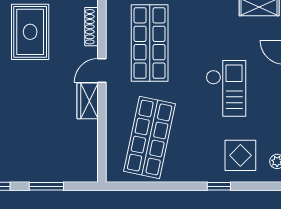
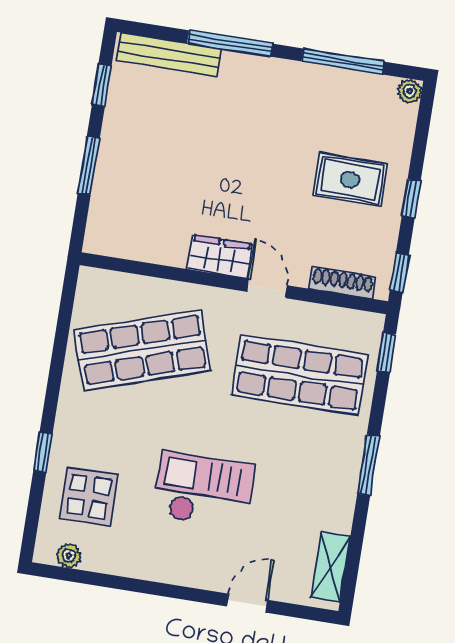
rug: (30, 32) -> (350, 179), width x0.73, depth x0.70
checkout: (226, 88) -> (204, 490), turned 180
shop shelf: (150, 137) -> (142, 350), turned -30

